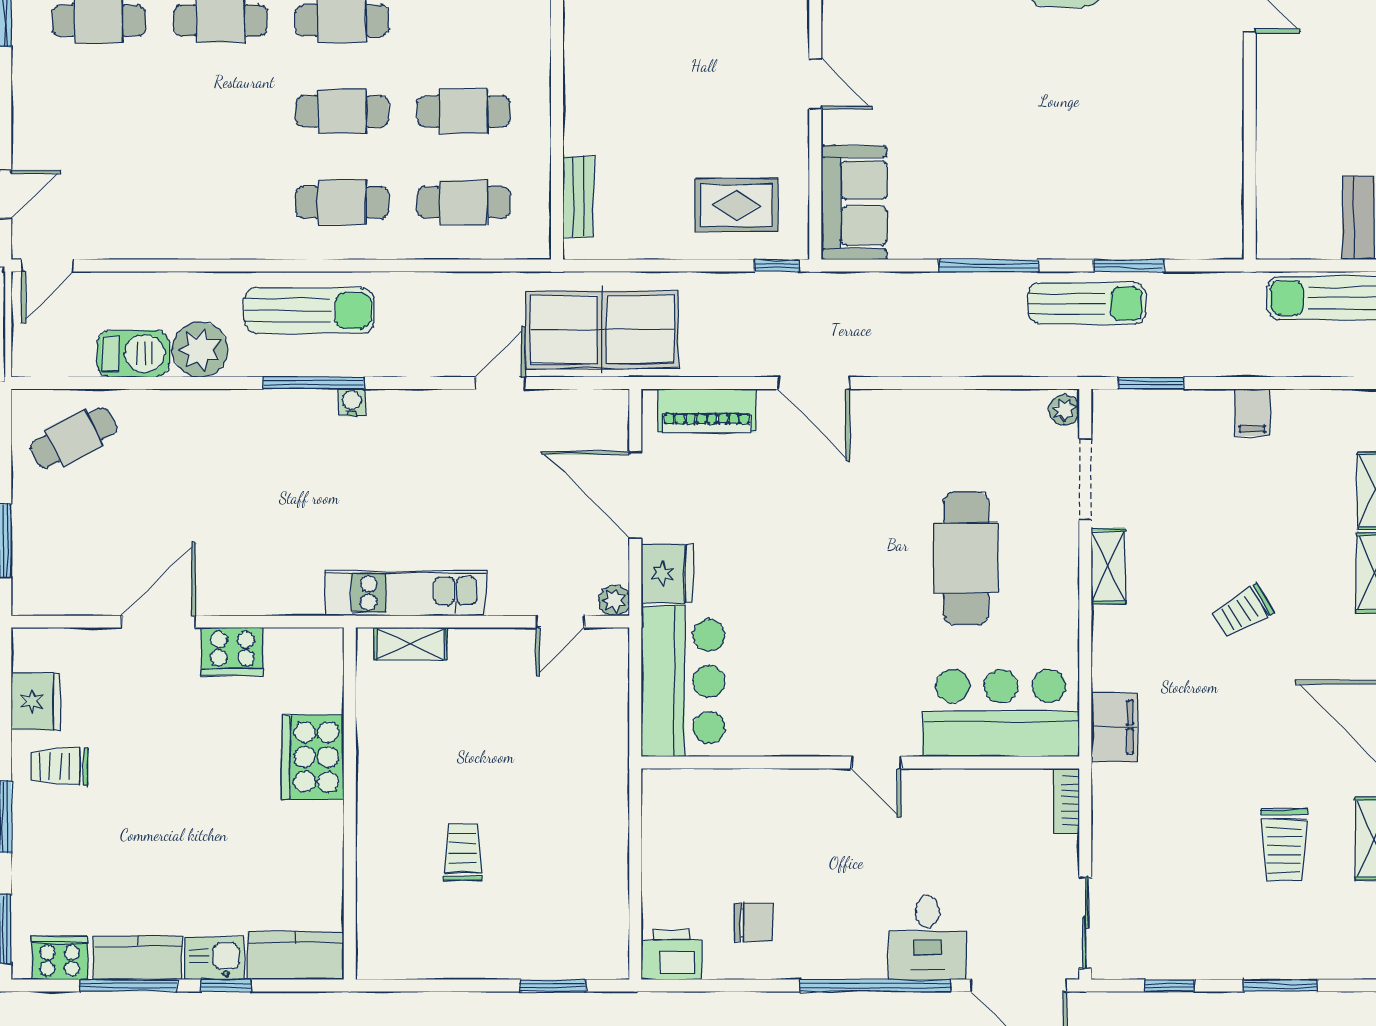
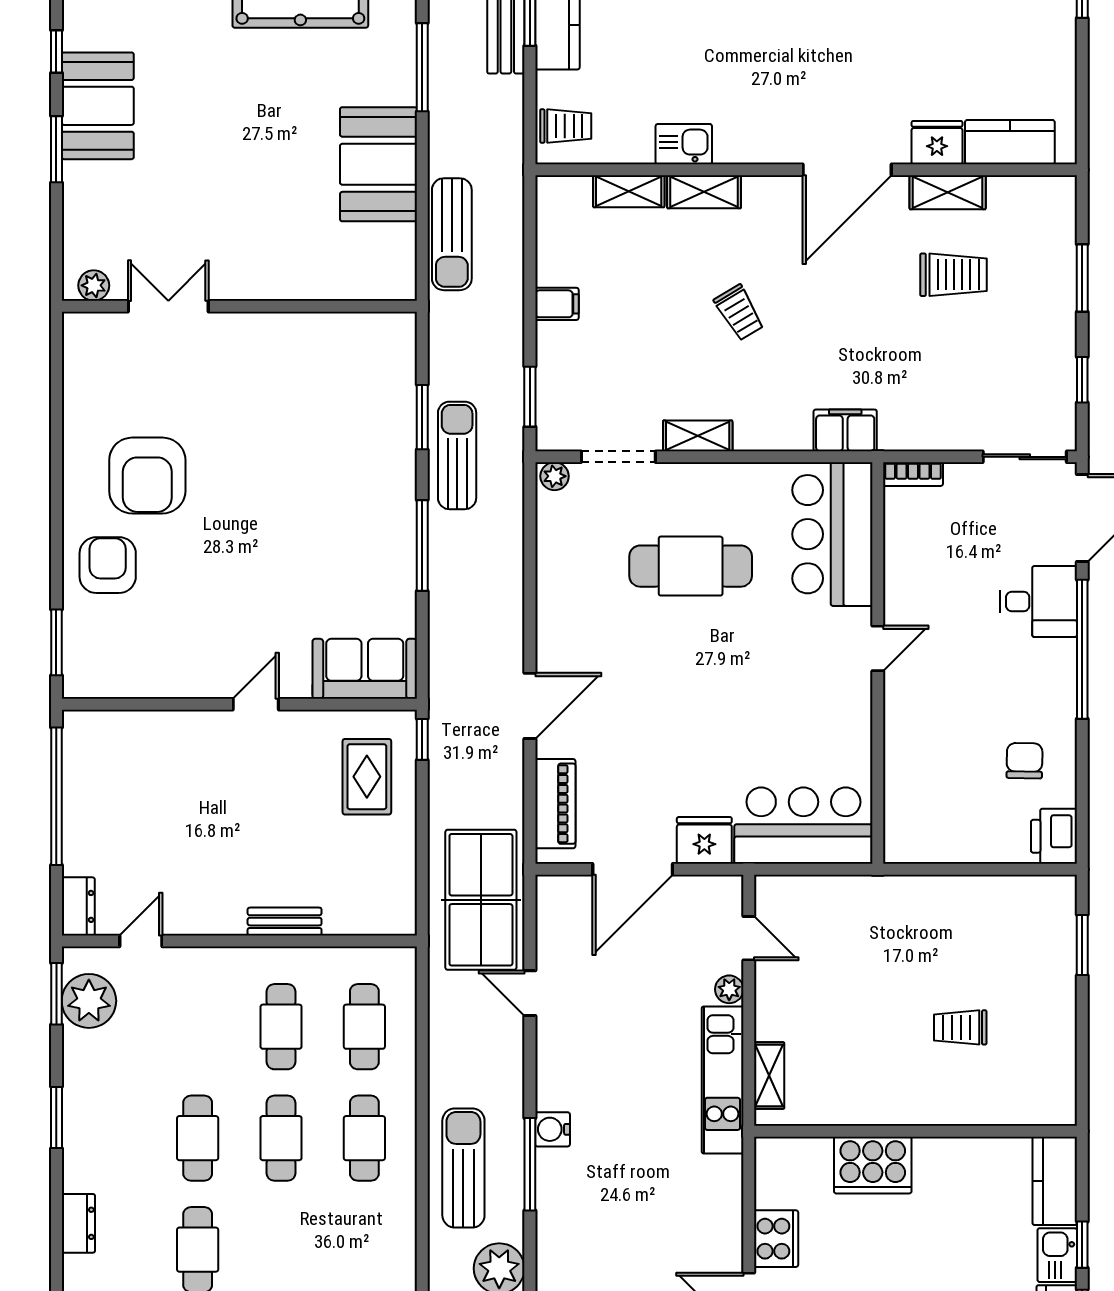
bench: (578, 197) -> (285, 922), moved
water cooler: (352, 402) -> (553, 1129), width x1.38, depth x1.38
plant: (614, 600) -> (729, 989), moved

